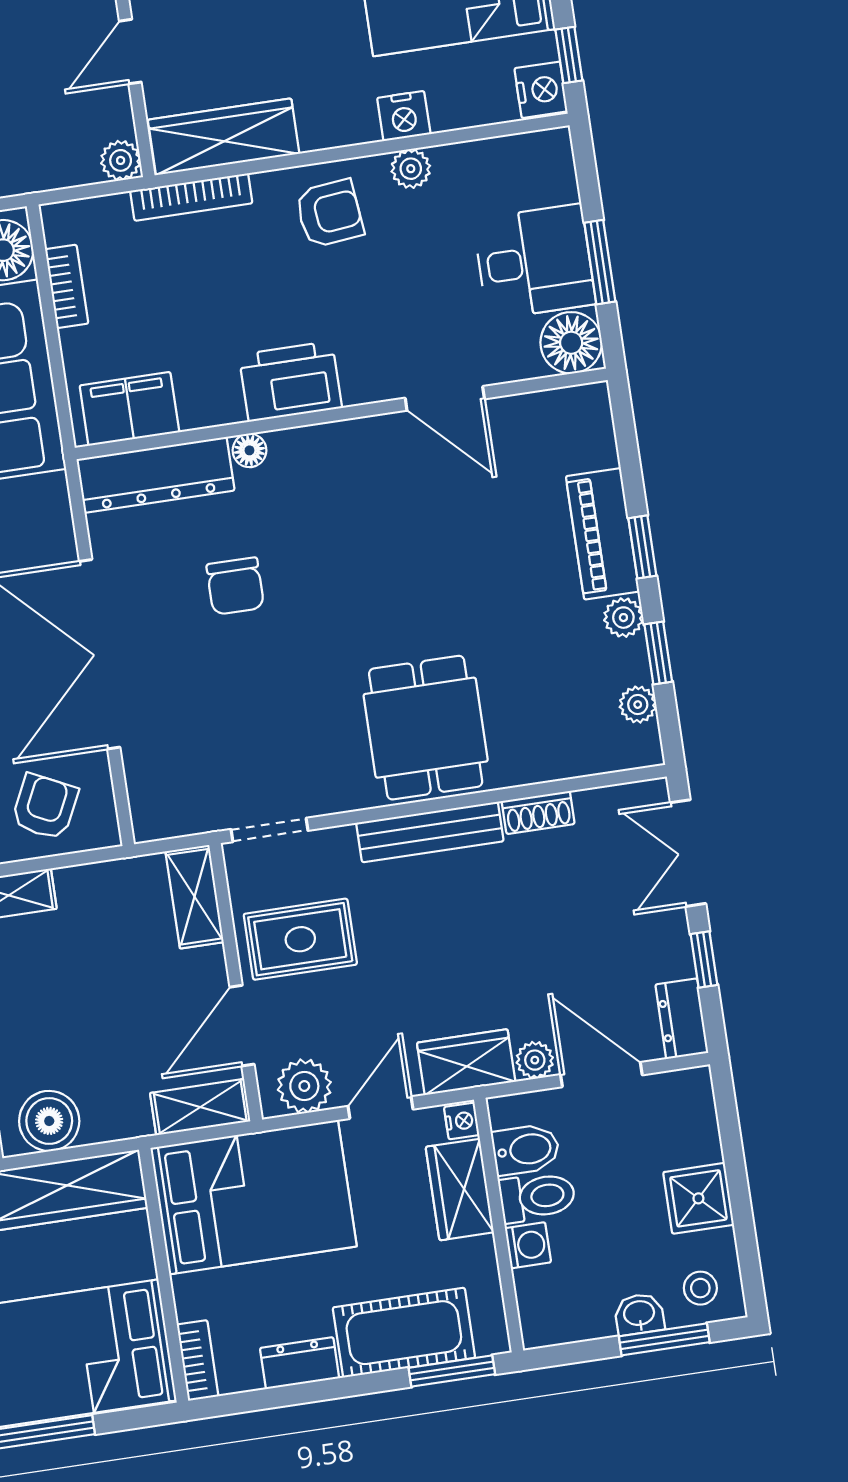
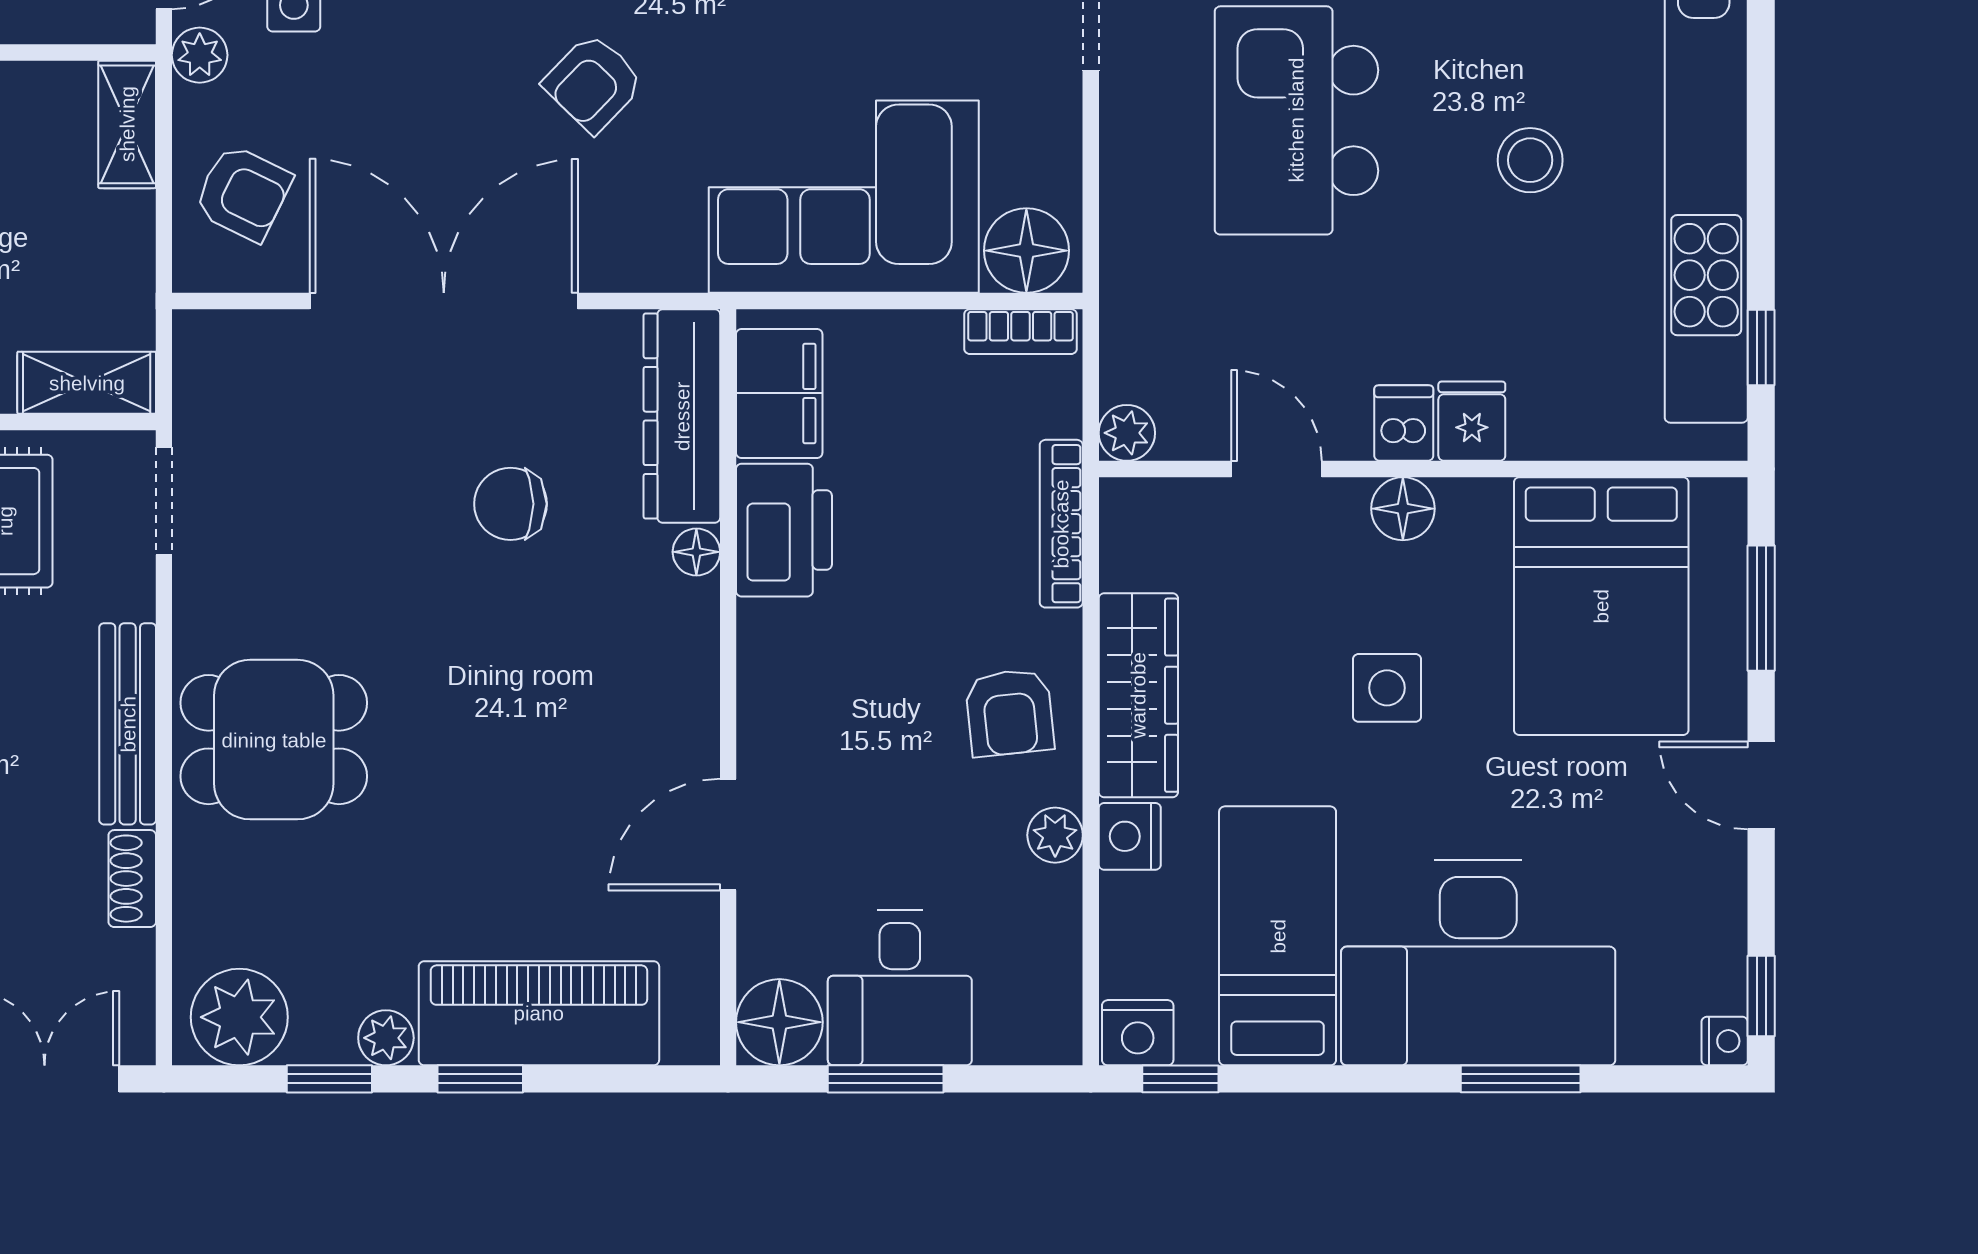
wardrobe: (224, 137) -> (1138, 695), moved
bookcase: (67, 286) -> (1020, 332), moved
printer: (290, 381) -> (784, 530), moved
piano: (603, 534) -> (539, 1013), width x1.37, depth x1.33
plant: (638, 705) -> (239, 1017), width x1.88, depth x1.88

